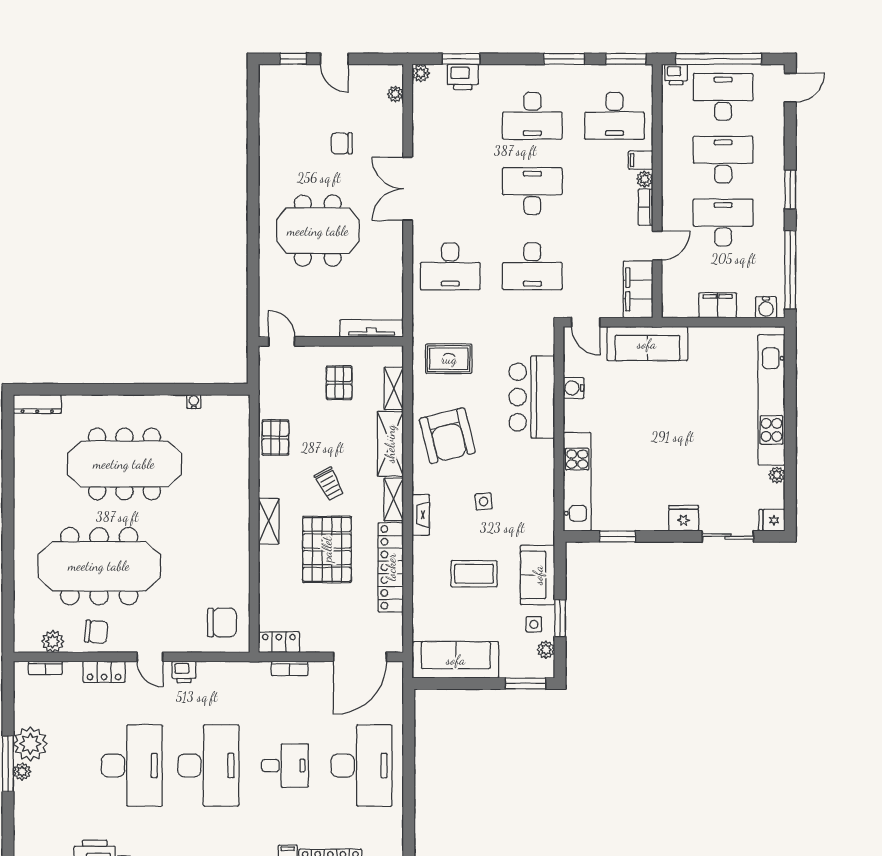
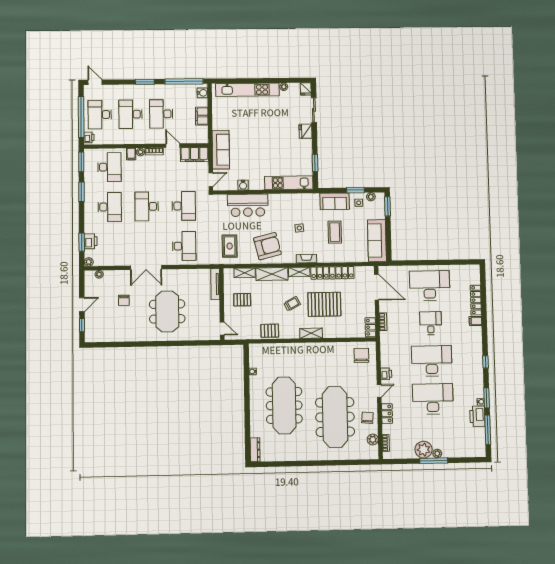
door: (282, 341) -> (222, 328), swing flipped

